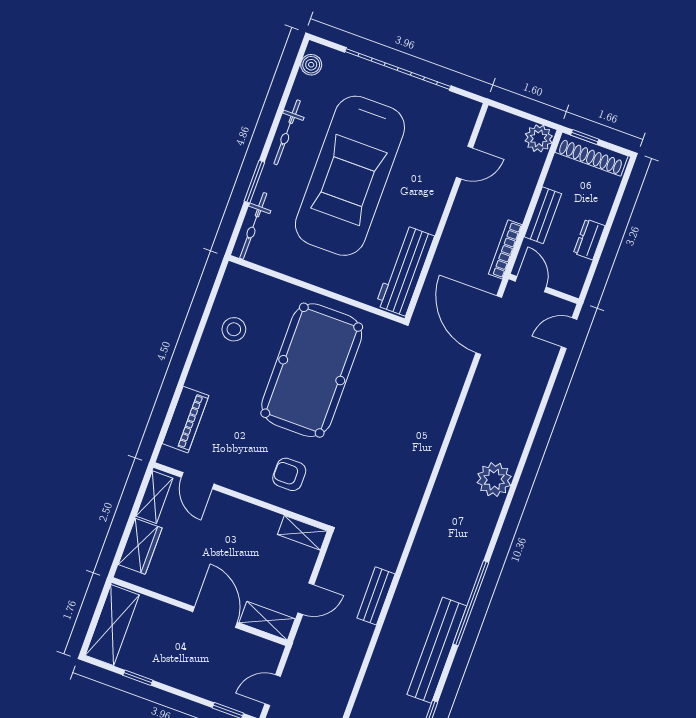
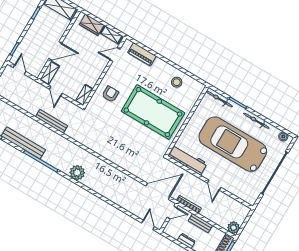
door: (465, 163) -> (214, 185), moved
plant: (494, 480) -> (77, 173), moved
bench: (376, 596) -> (51, 121), width x1.36

